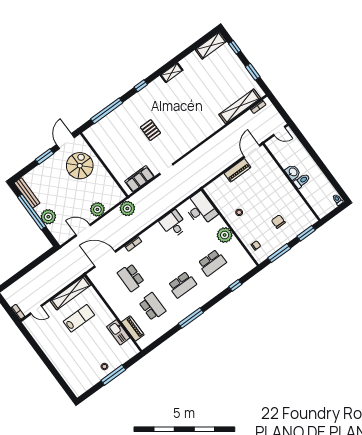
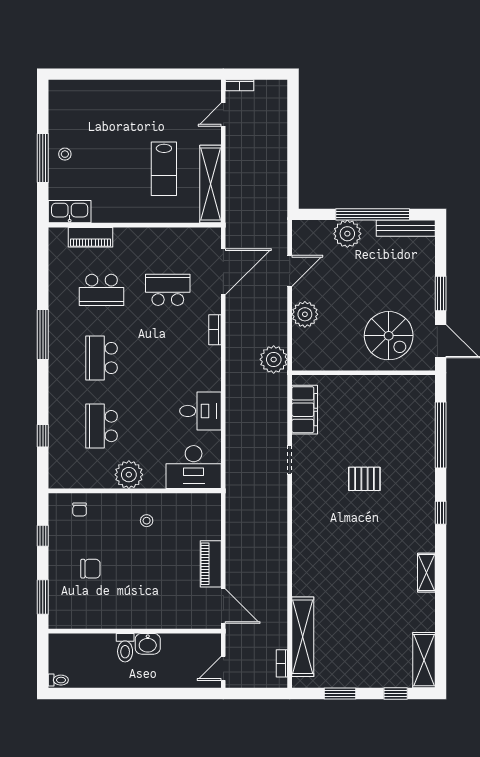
window: (279, 253) -> (43, 536), width x0.46
kitchen sink: (118, 332) -> (70, 212), moved

